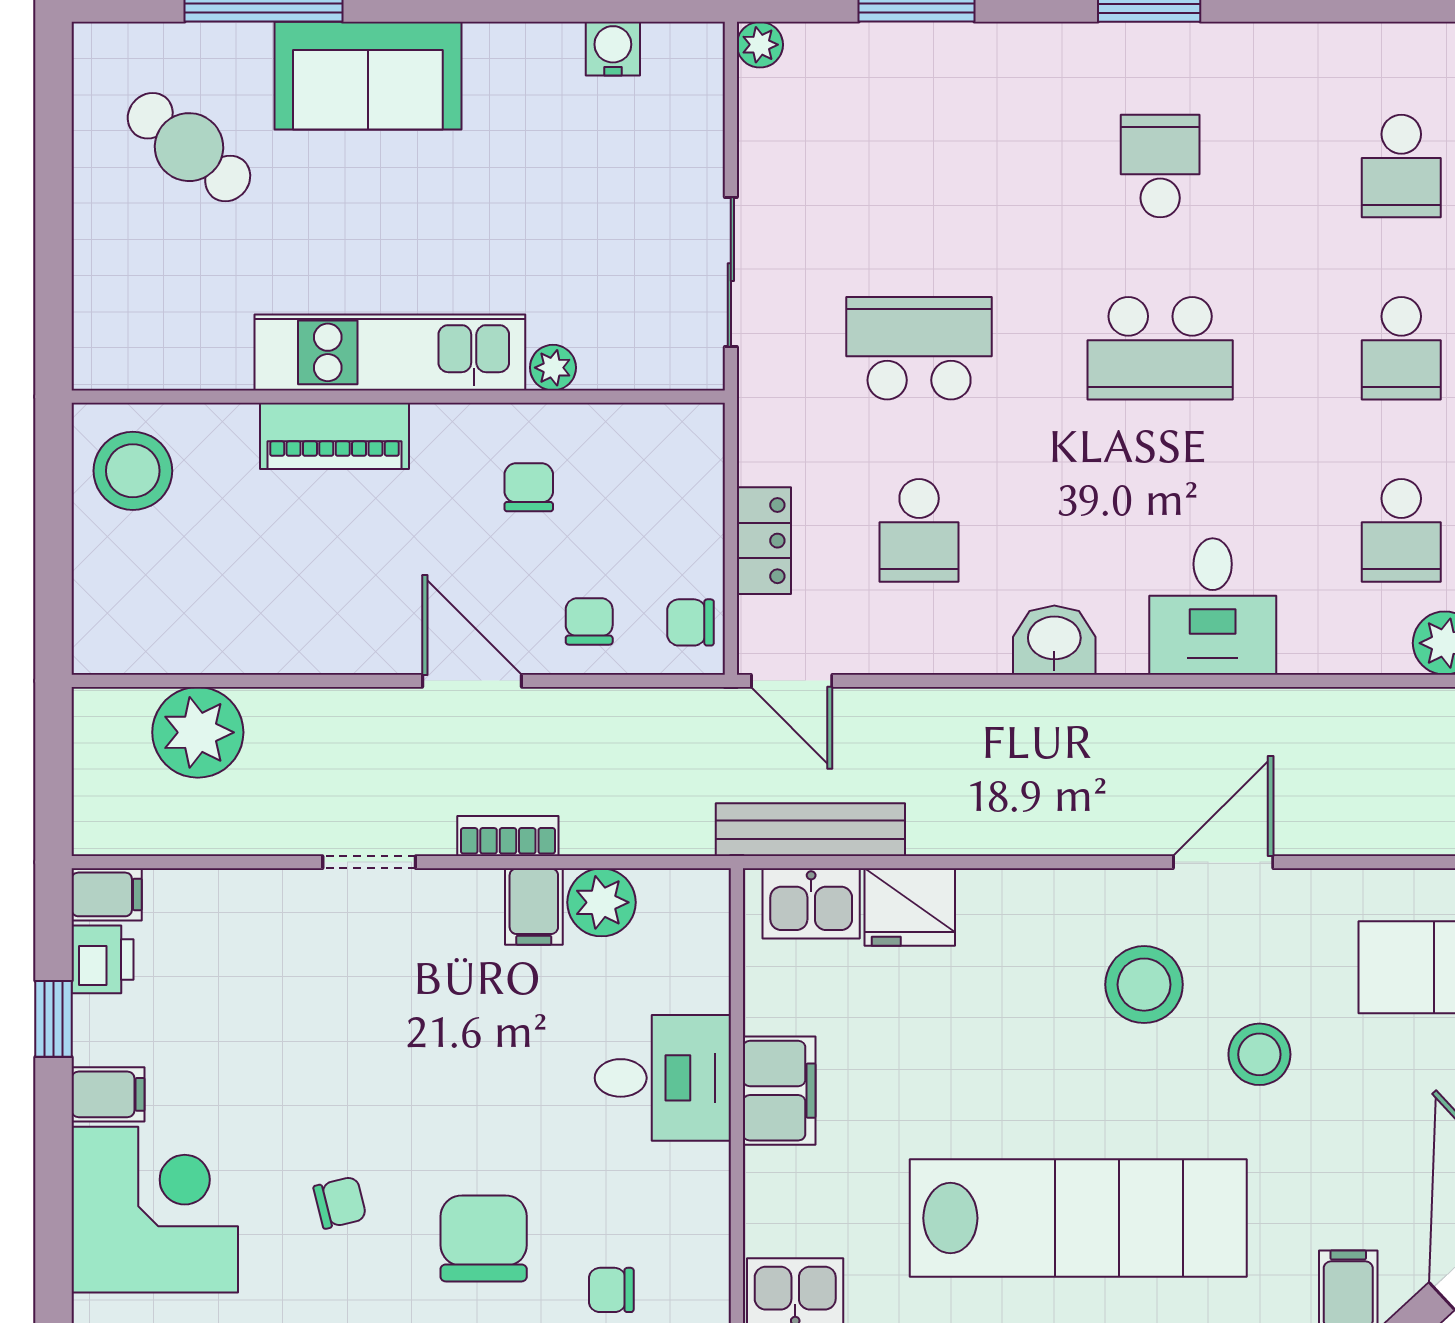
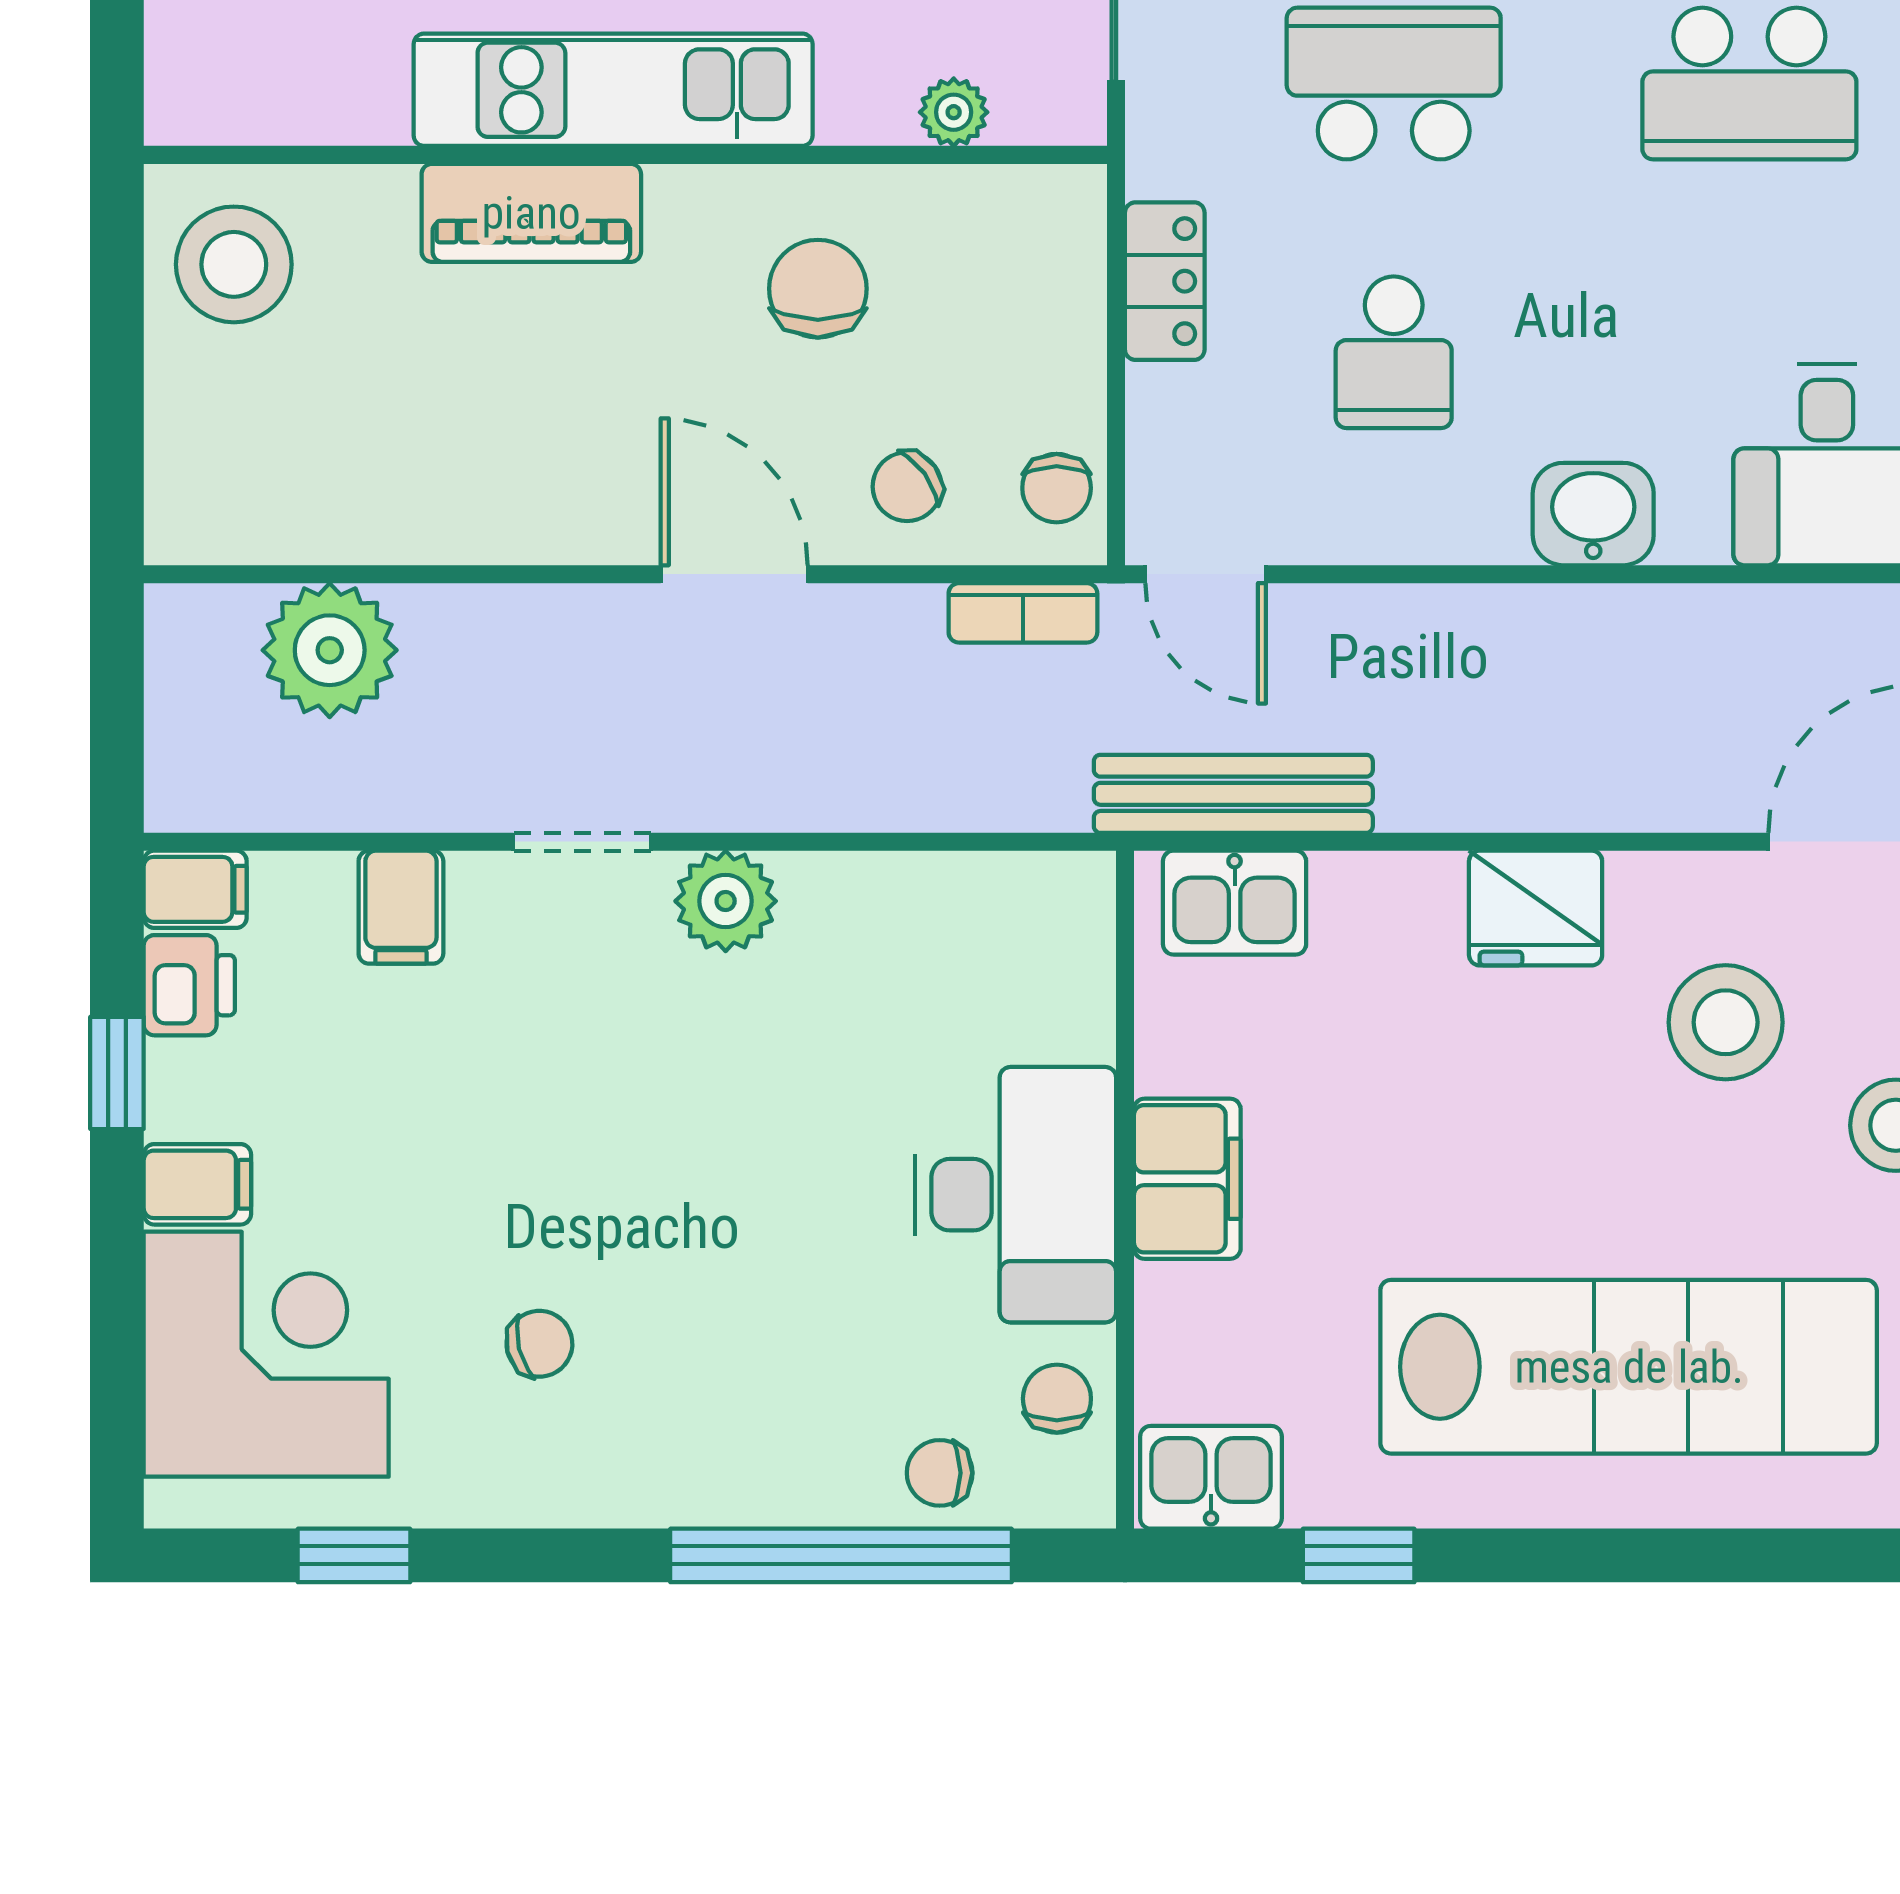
plant: (553, 368) -> (954, 112), moved
chair: (529, 487) -> (818, 289), width x1.37, depth x1.37
locker: (764, 541) -> (1165, 281), moved
chair: (589, 621) -> (907, 487), turned -126
chair: (691, 622) -> (1057, 488), turned -90
bookcase: (508, 836) -> (1023, 613), moved, turned 180
plant: (602, 902) -> (726, 901), moved
filing cabinet: (534, 907) -> (401, 907), moved
fridge: (910, 907) -> (1536, 908), moved
desk: (663, 1078) -> (1016, 1195), width x1.37
chair: (484, 1238) -> (1057, 1399), moved, width x0.54, depth x0.54

